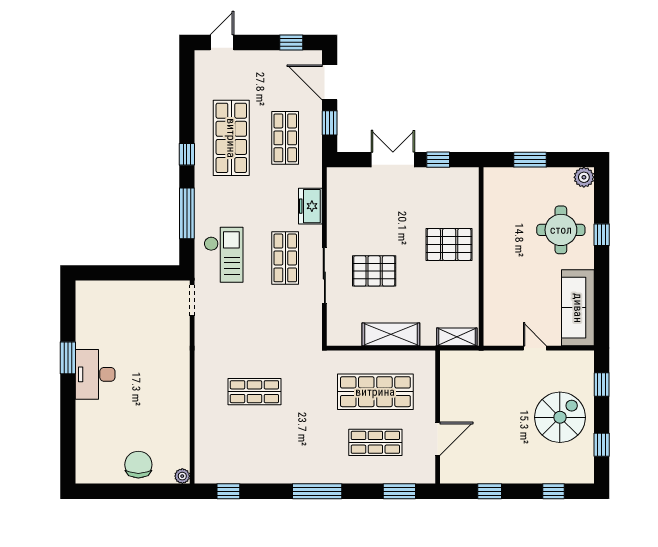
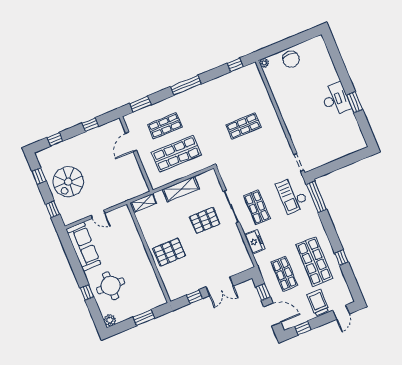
trolley: (252, 72) -> (318, 303), added
window: (187, 154) -> (341, 258), moved
window: (187, 213) -> (316, 197), moved

